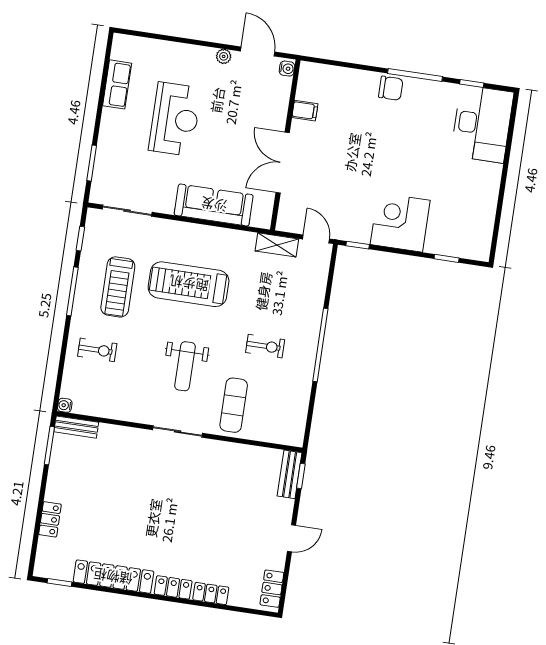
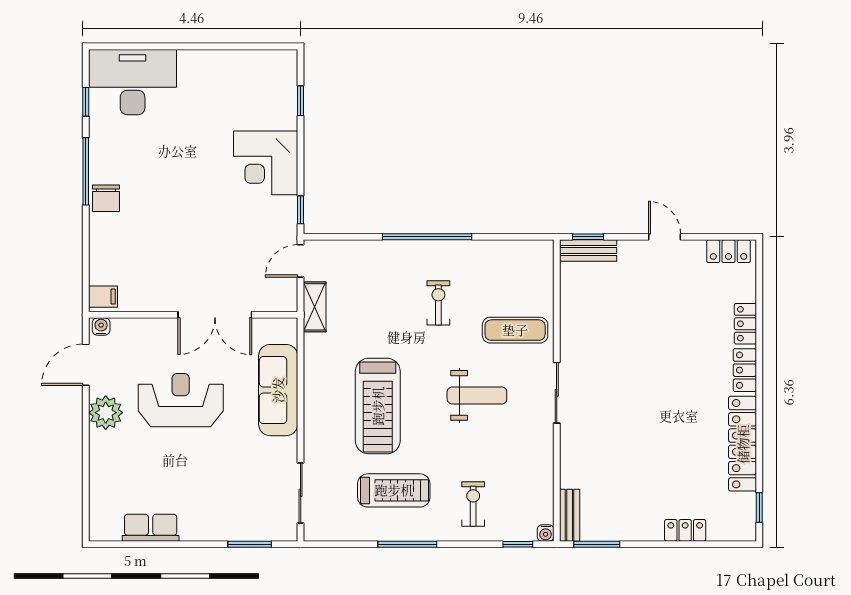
plant: (224, 56) -> (106, 413), width x1.88, depth x1.88
chair: (391, 88) -> (106, 198), turned 180
filing cabinet: (305, 111) -> (103, 297), moved, turned 90
reception desk: (175, 119) -> (181, 400), moved
window: (80, 239) -> (518, 544), moved

